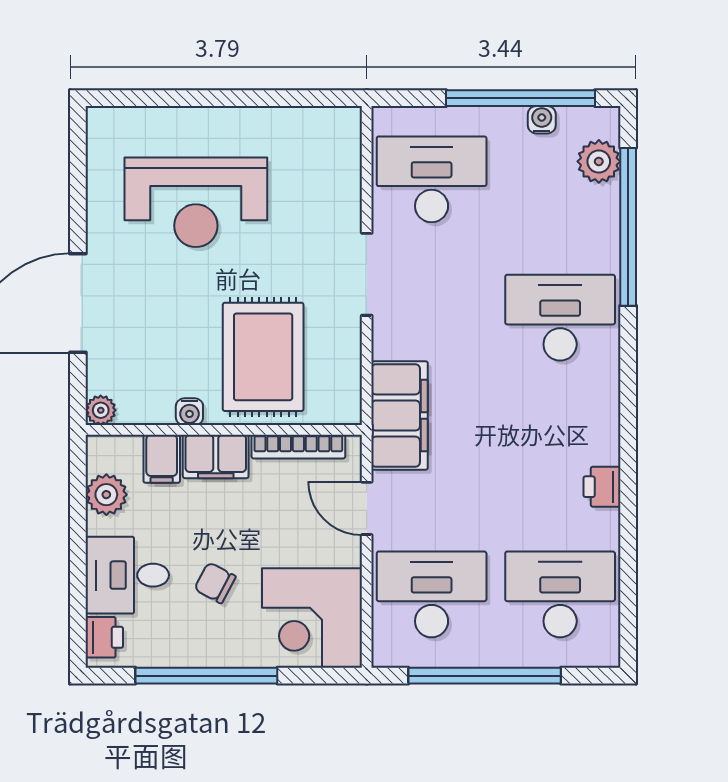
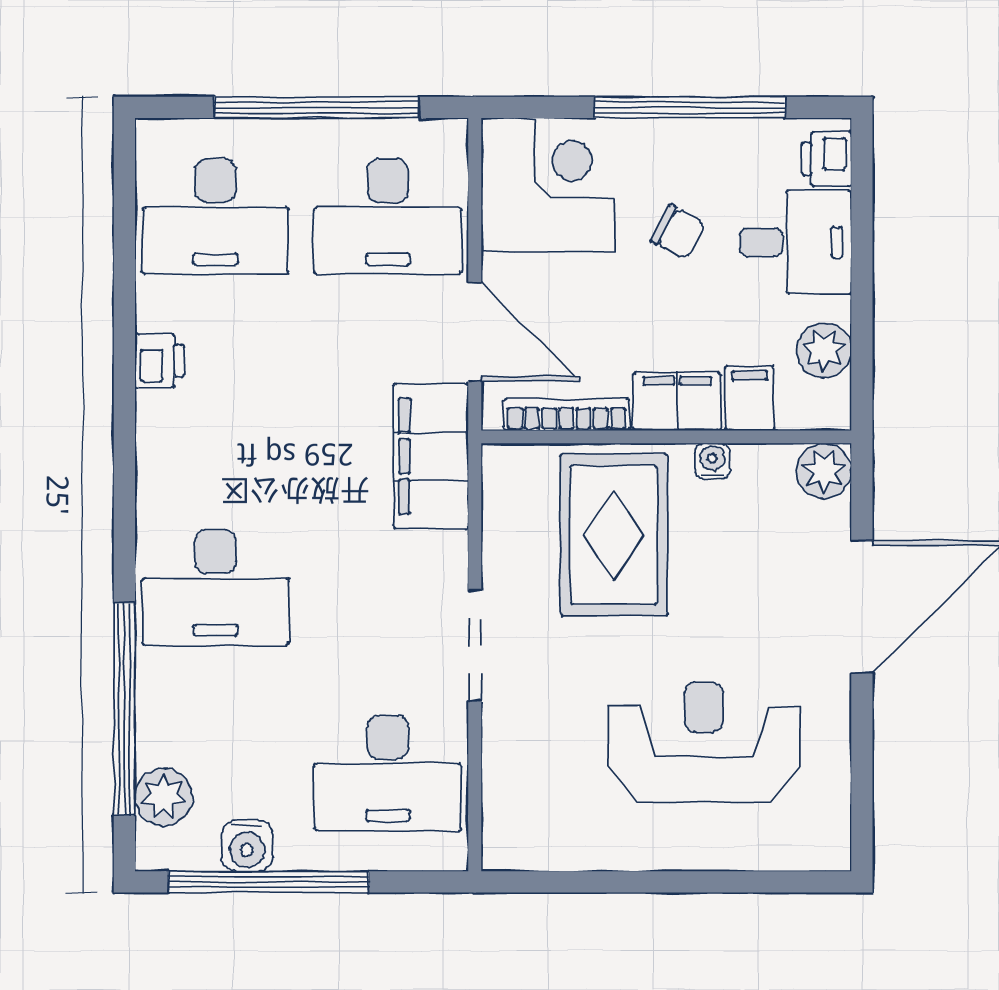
water cooler: (542, 120) -> (247, 846), width x1.38, depth x1.38
plant: (101, 410) -> (824, 471), width x1.38, depth x1.38
door: (367, 508) -> (475, 332), width x1.38

